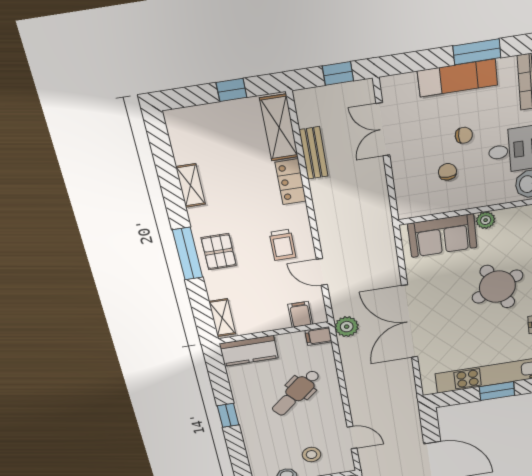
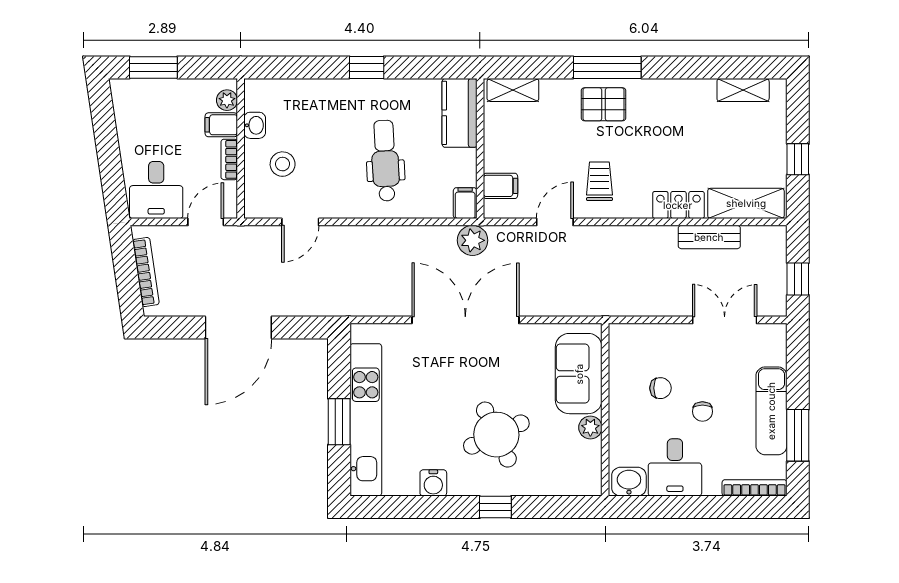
shelving: (191, 186) -> (743, 90), moved
trolley: (283, 245) -> (599, 181), turned 90
dental chair: (296, 393) -> (385, 161), turned 38

